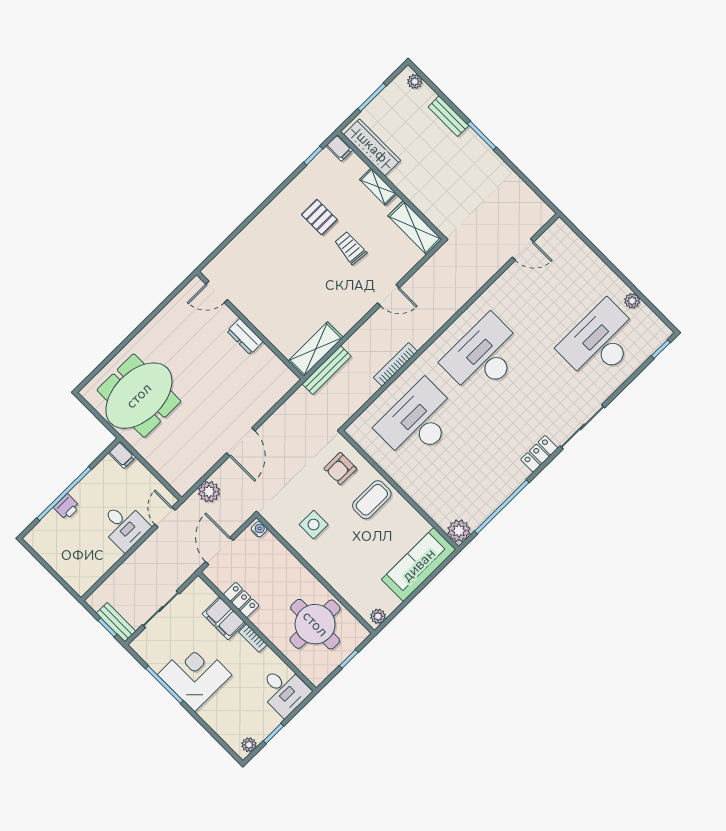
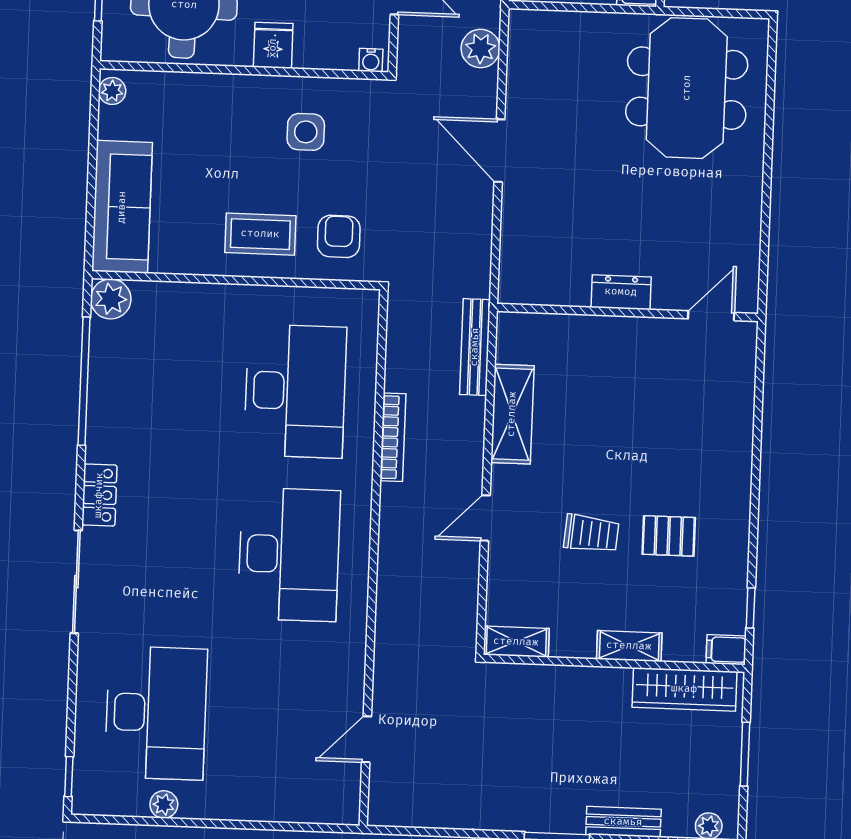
shelving: (415, 228) -> (516, 642), width x0.67, depth x0.75
shelving: (316, 349) -> (512, 414), moved
coffee table: (372, 500) -> (260, 234), turned 90
fridge: (294, 573) -> (273, 45), added

